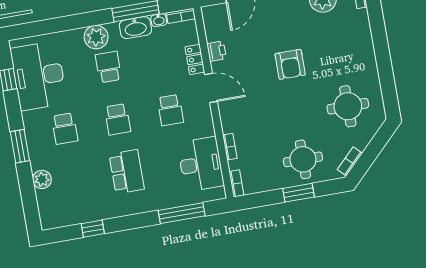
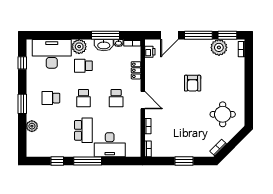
printer: (216, 51) -> (150, 52), moved
school desk: (108, 67) -> (83, 66), turned -90
desk: (39, 76) -> (52, 54), moved, turned 90
door: (211, 88) -> (143, 100), moved
school desk: (65, 129) -> (51, 98), turned 90
round table: (303, 159) -> (190, 141), removed
desk: (201, 164) -> (110, 145), moved, turned 90
window: (182, 213) -> (88, 161), moved

